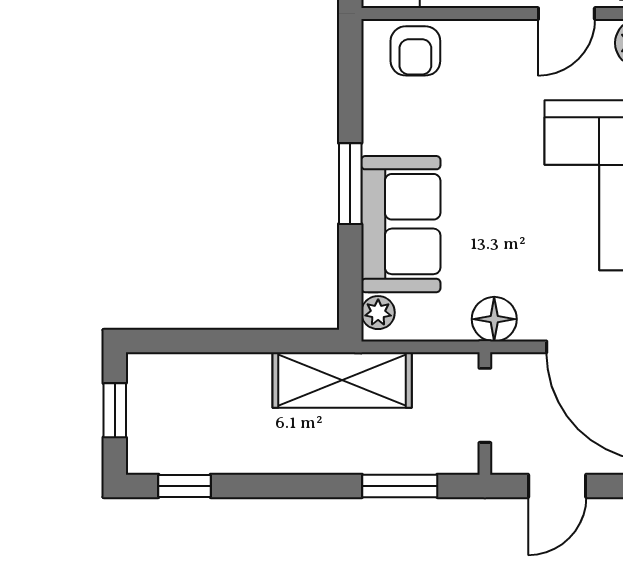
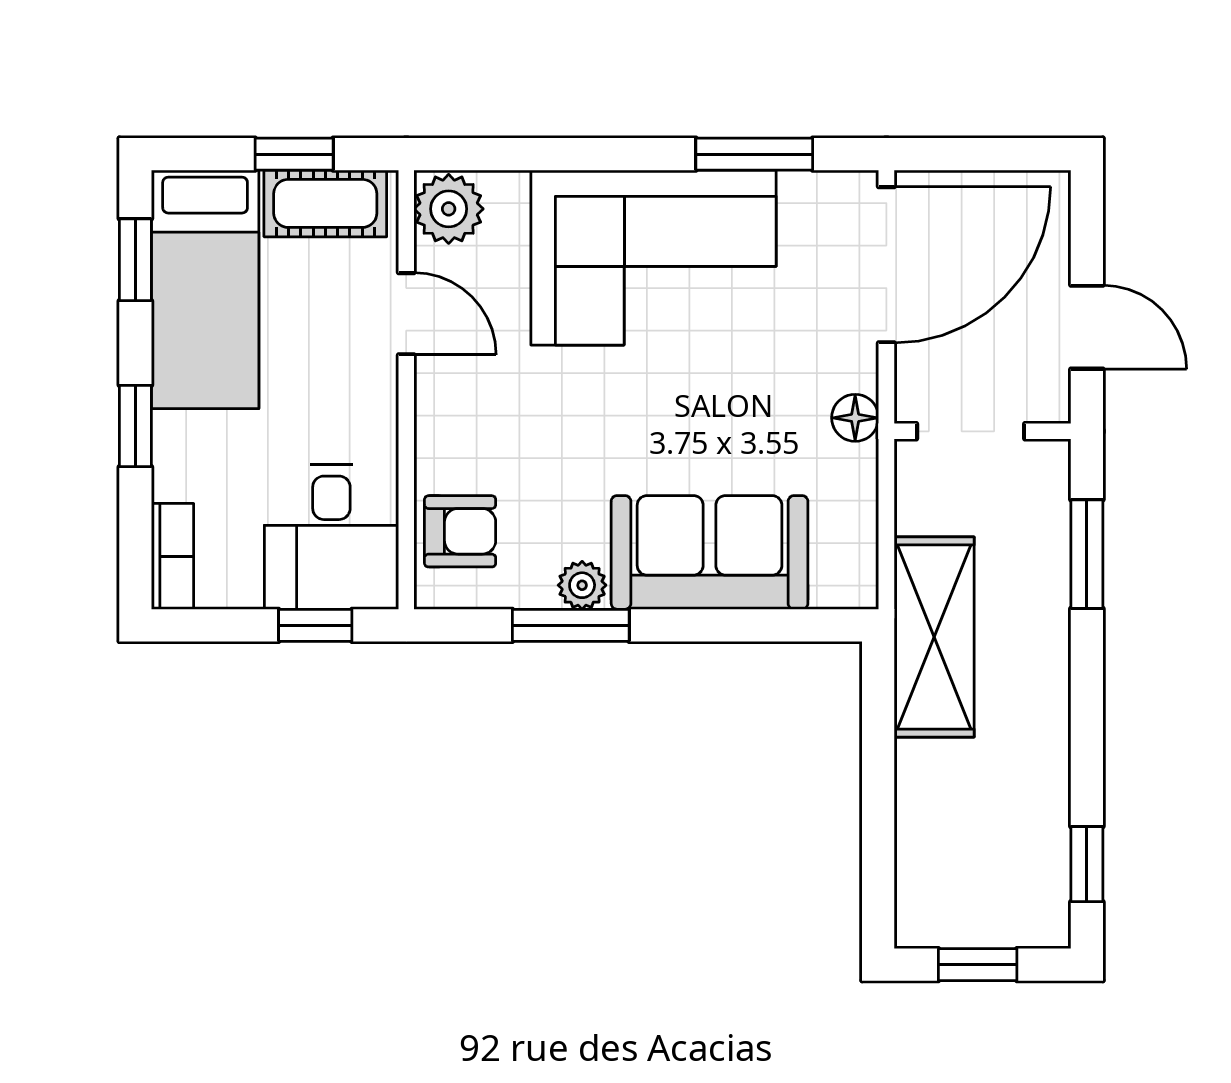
window: (350, 184) -> (571, 625), moved
plant: (378, 313) -> (582, 585), moved
floor lamp: (494, 319) -> (855, 418), width x0.73, depth x0.73

